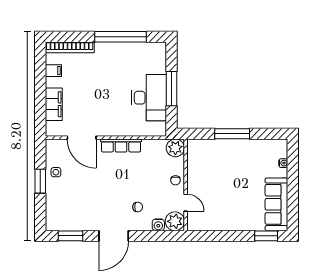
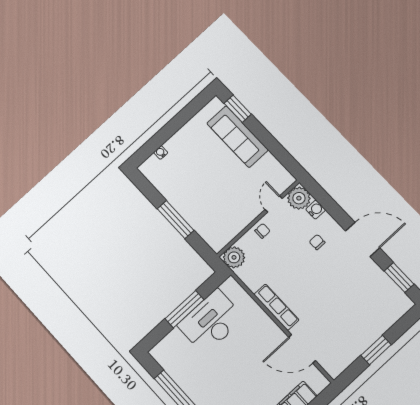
door: (82, 138) -> (302, 349), swing flipped
side table: (56, 172) -> (355, 343), removed
sofa: (276, 204) -> (237, 137), moved, turned 90

